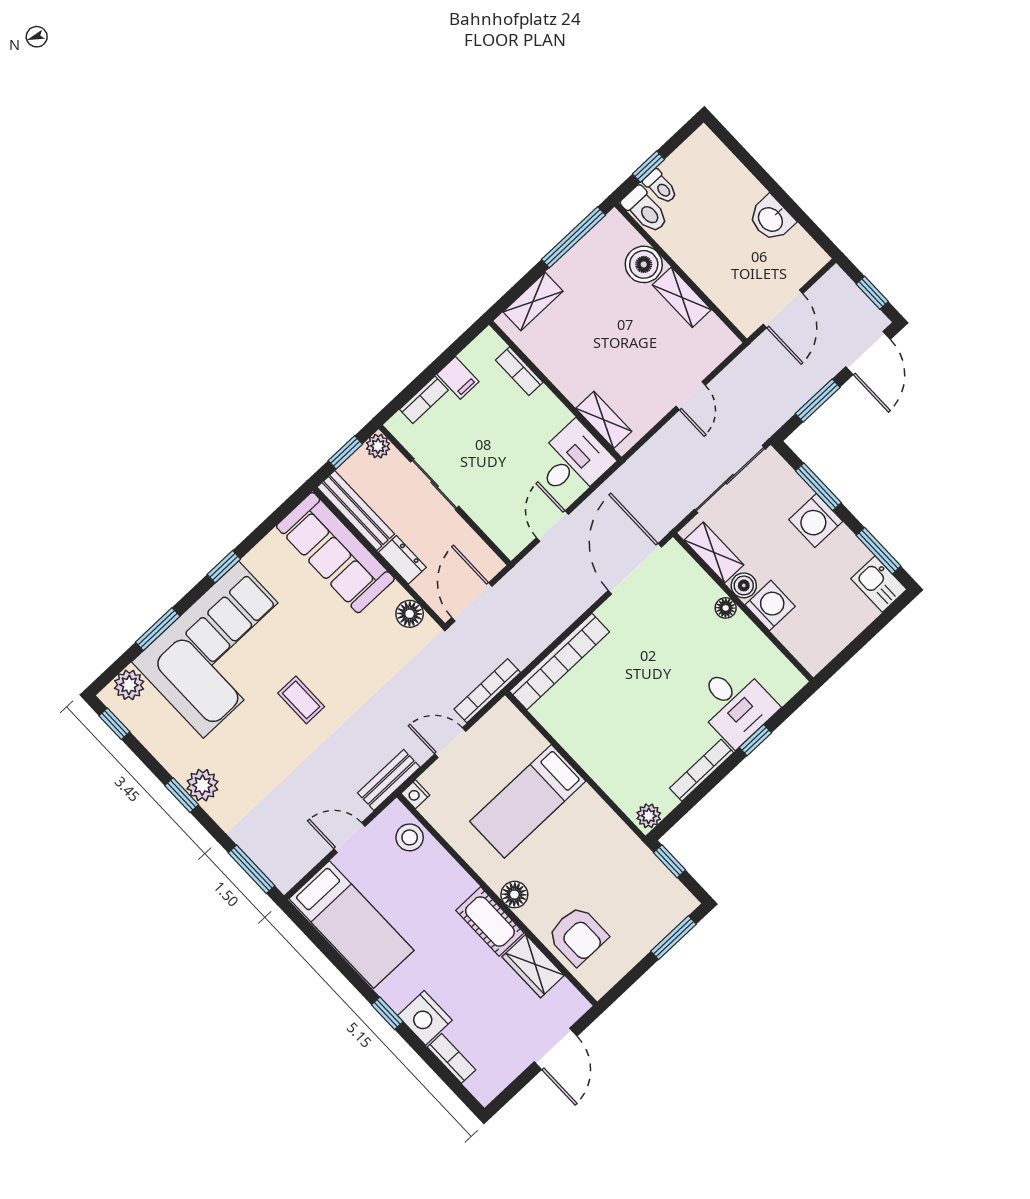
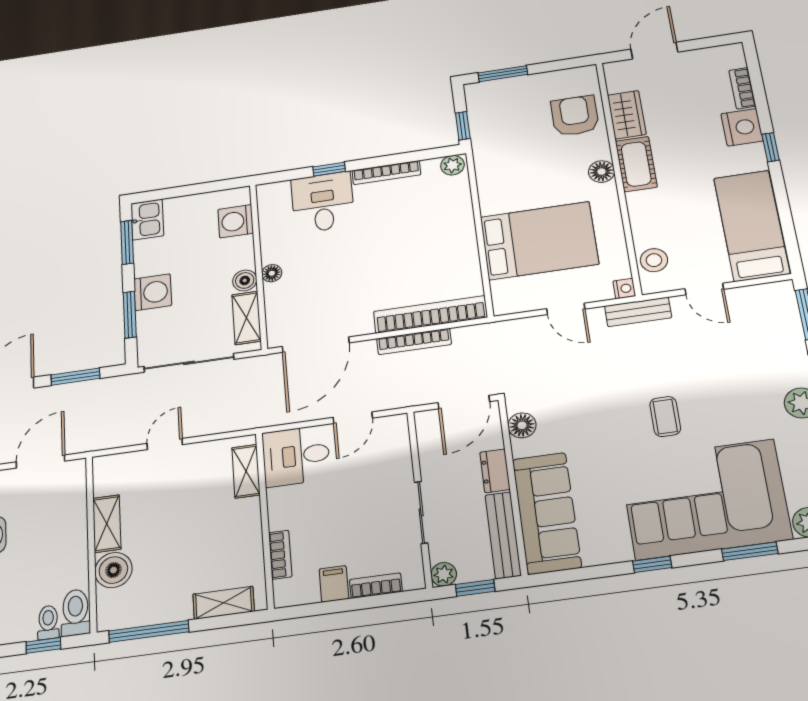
washing machine: (770, 606) -> (236, 221), moved
bookcase: (487, 691) -> (414, 341), moved
bed: (528, 801) -> (539, 241), width x1.50

